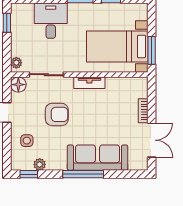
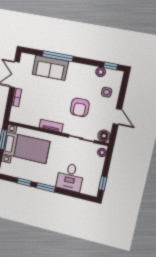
armchair: (57, 114) -> (80, 107), turned -90
sofa: (98, 158) -> (50, 68), width x0.73
window: (83, 174) -> (58, 56), moved

